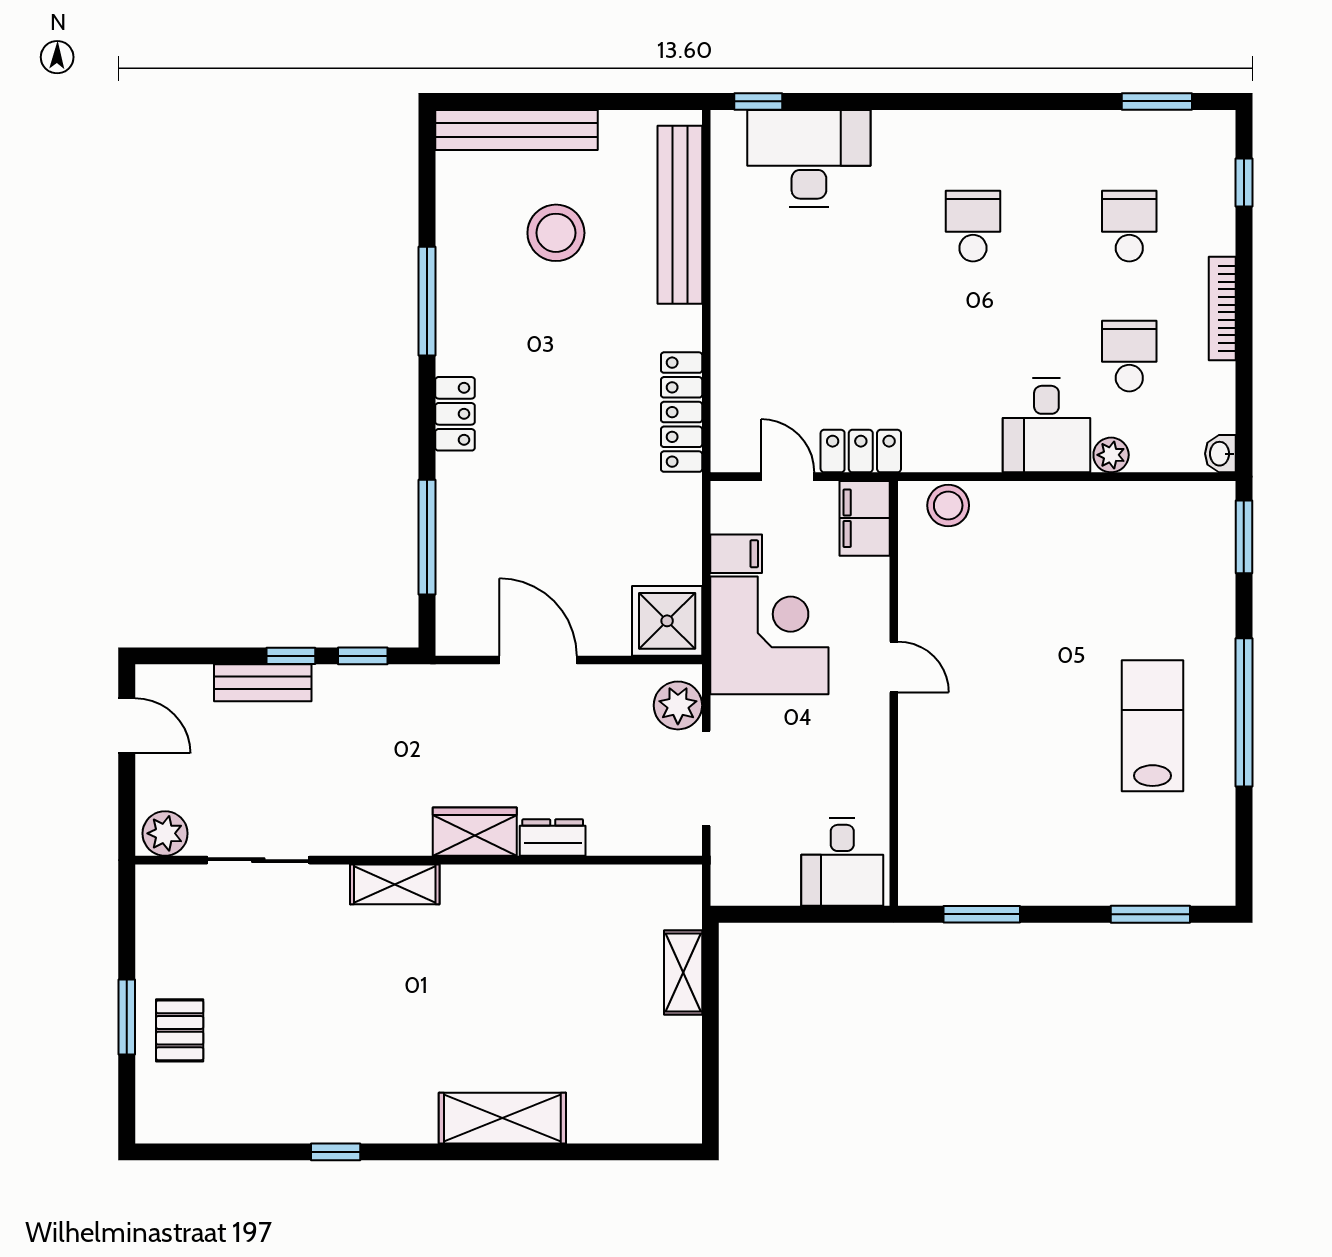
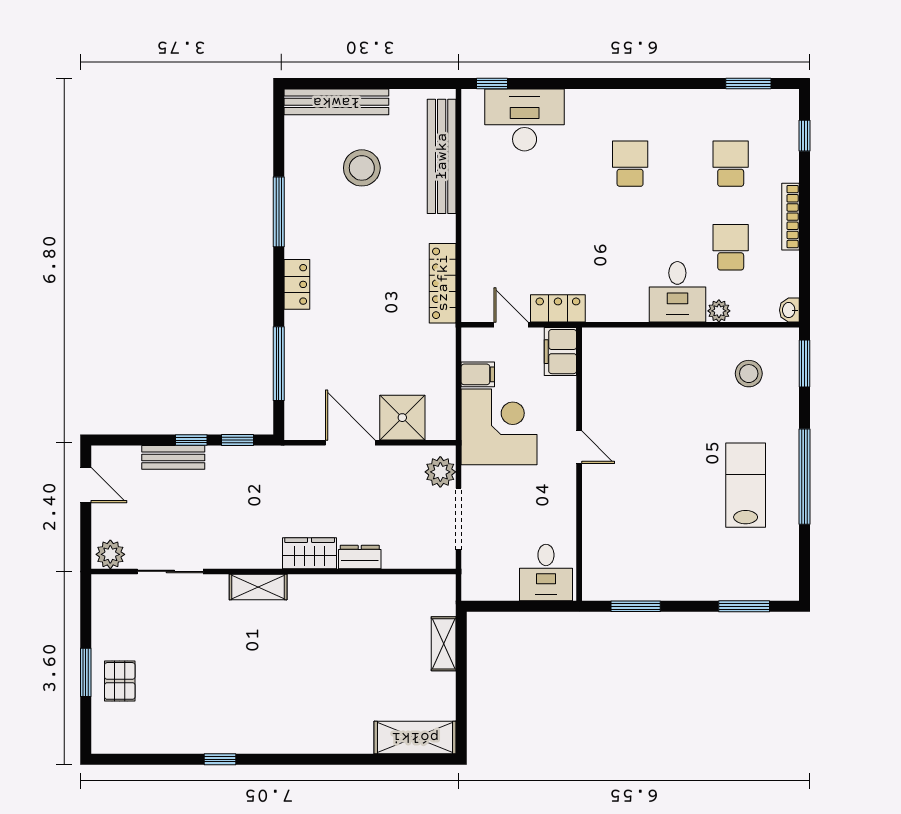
stool: (948, 505) -> (749, 374), moved
shower: (667, 621) -> (402, 418), moved
shelving: (502, 1118) -> (415, 737), moved

